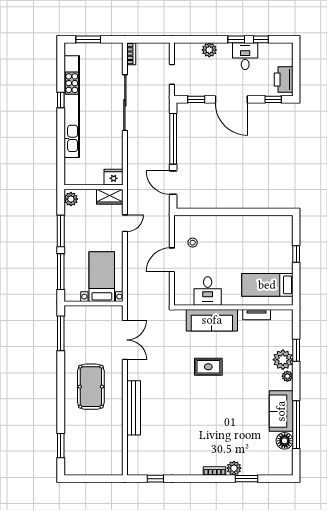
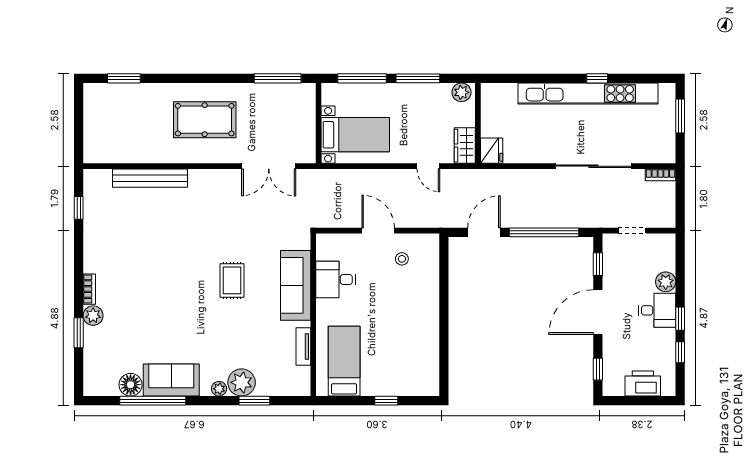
desk: (245, 56) -> (657, 310), moved
printer: (284, 80) -> (643, 384), moved
bench: (134, 408) -> (150, 178), moved

